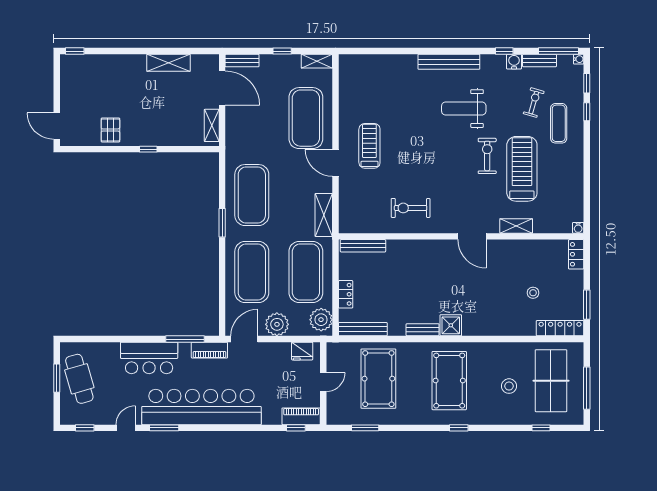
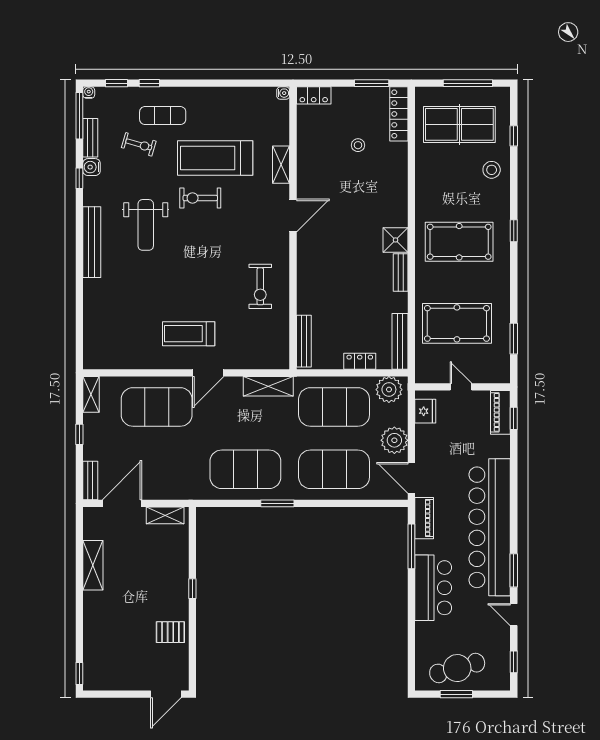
exercise bike: (534, 103) -> (139, 144), turned 180
stool: (509, 386) -> (492, 170), moved

